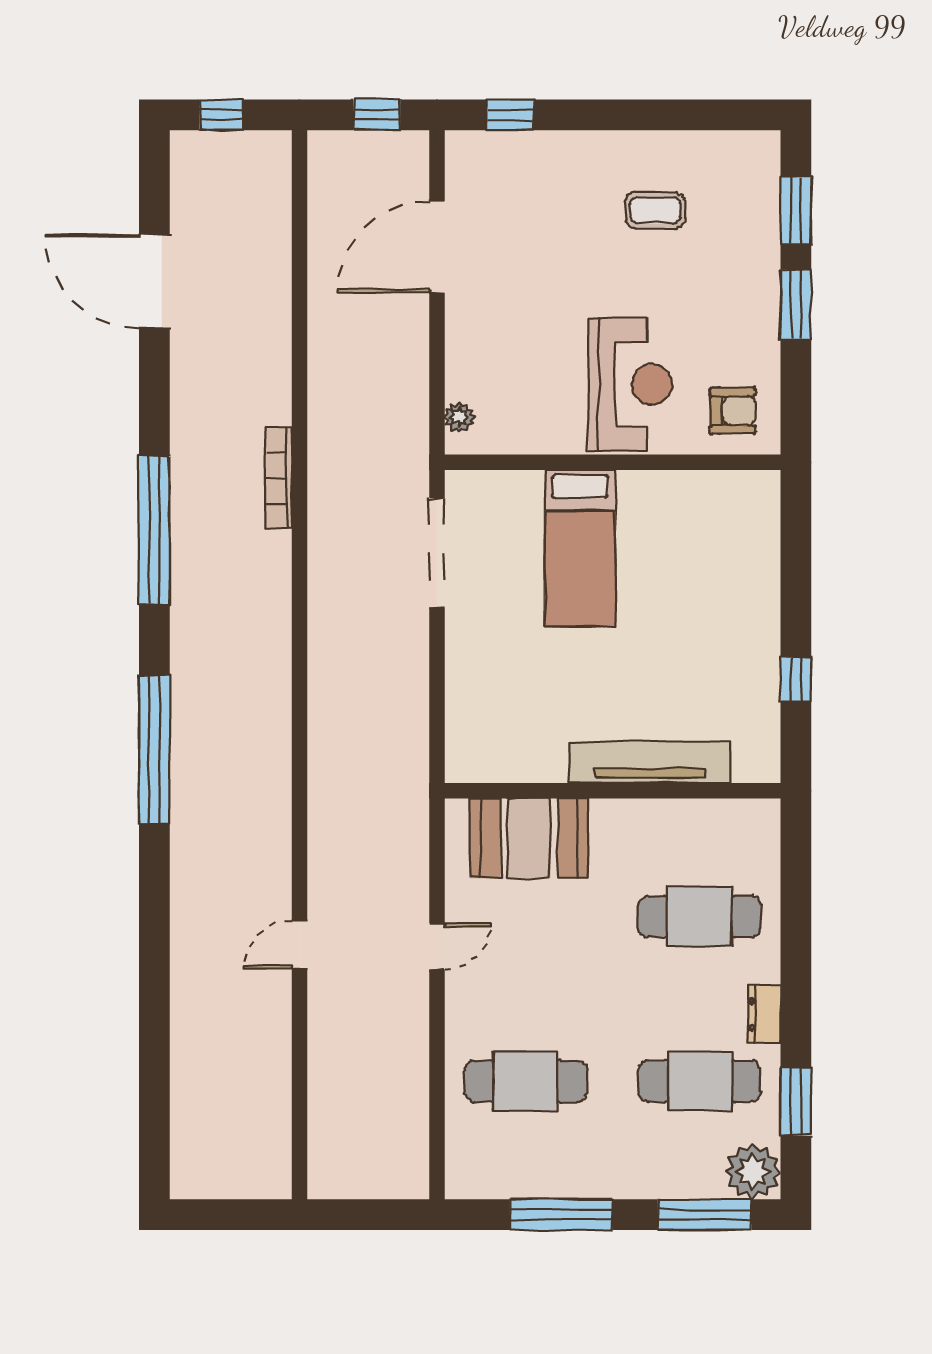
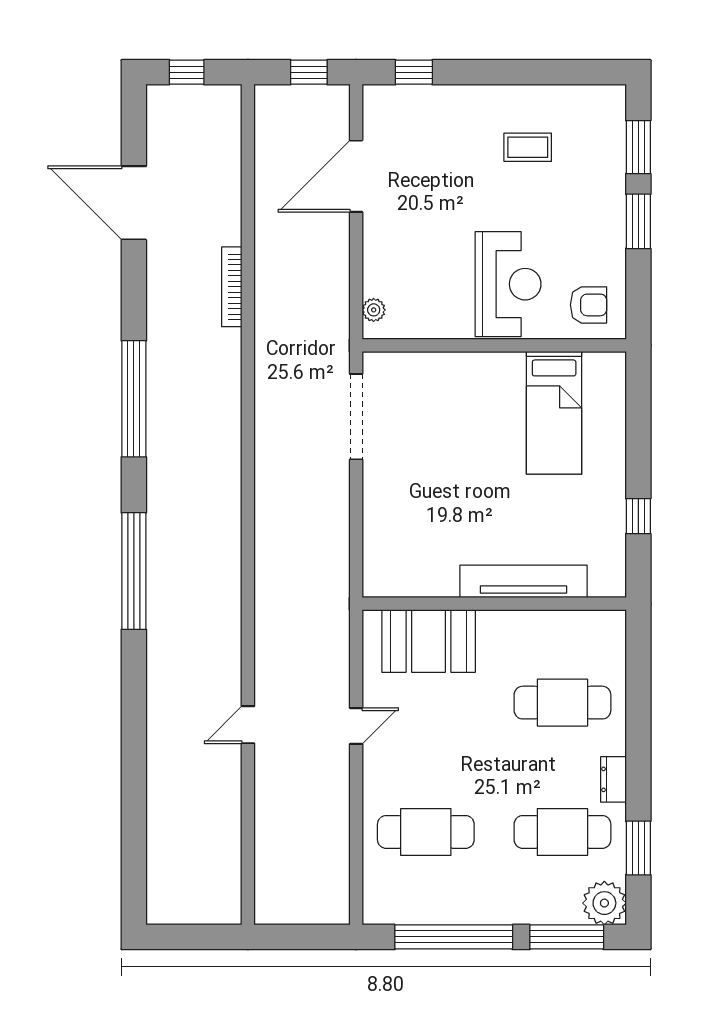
bookcase: (279, 478) -> (232, 287), moved
bed: (580, 548) -> (554, 413), moved
window: (561, 1215) -> (454, 937), width x1.46

